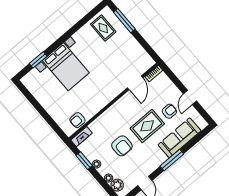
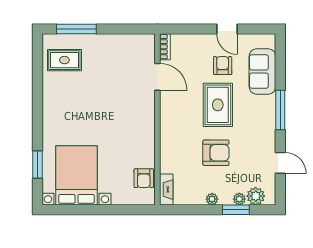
bed with nightstands: (66, 67) -> (76, 175), moved, turned -90
sofa: (180, 138) -> (262, 72), width x0.73
window: (84, 161) -> (236, 210), moved

